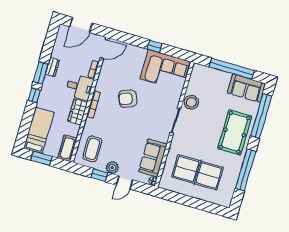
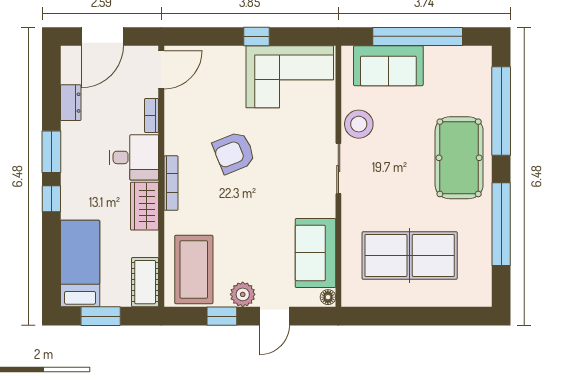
dresser: (52, 67) -> (71, 103), moved
sofa: (246, 88) -> (388, 66), moved
coffee table: (92, 149) -> (194, 269), width x1.36, depth x1.32

